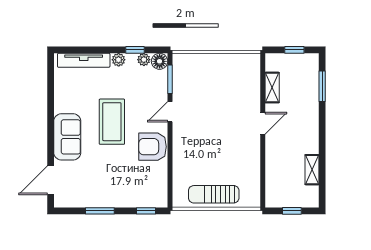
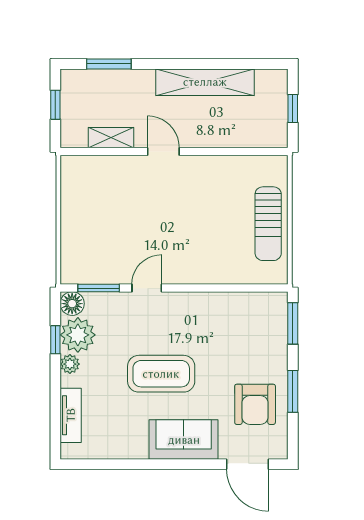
tv unit: (84, 60) -> (71, 415), width x0.71
plant: (144, 60) -> (78, 335), width x1.88, depth x1.88
door: (170, 112) -> (147, 288), swing flipped
armchair: (153, 147) -> (255, 404), moved
shelving: (312, 170) -> (205, 82), width x2.20, depth x1.33
window: (146, 211) -> (293, 323), width x1.50

